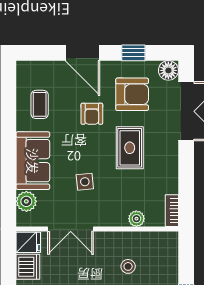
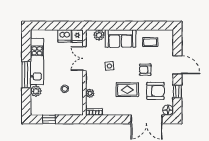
door: (83, 53) -> (177, 65), swing flipped
armchair: (132, 94) -> (156, 91), turned -90

